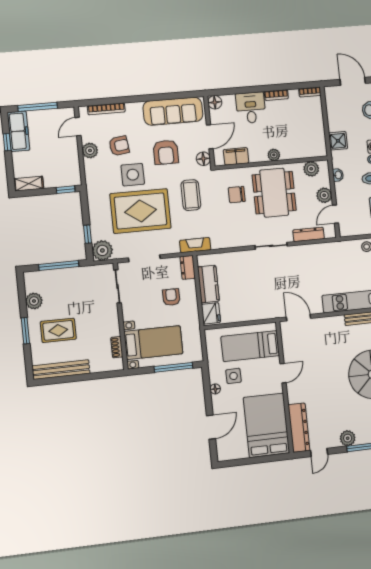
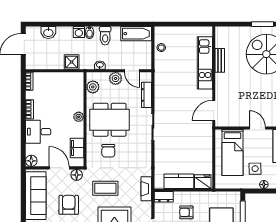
armchair: (166, 152) -> (69, 205), turned -90

